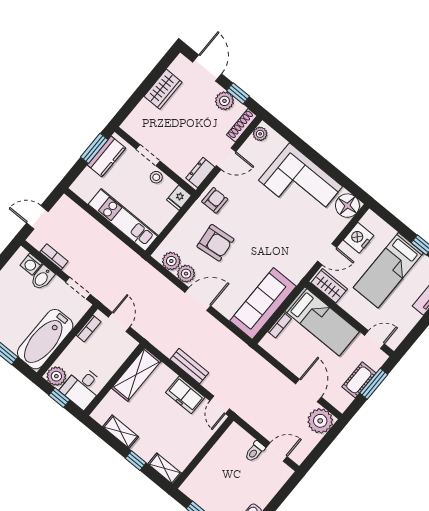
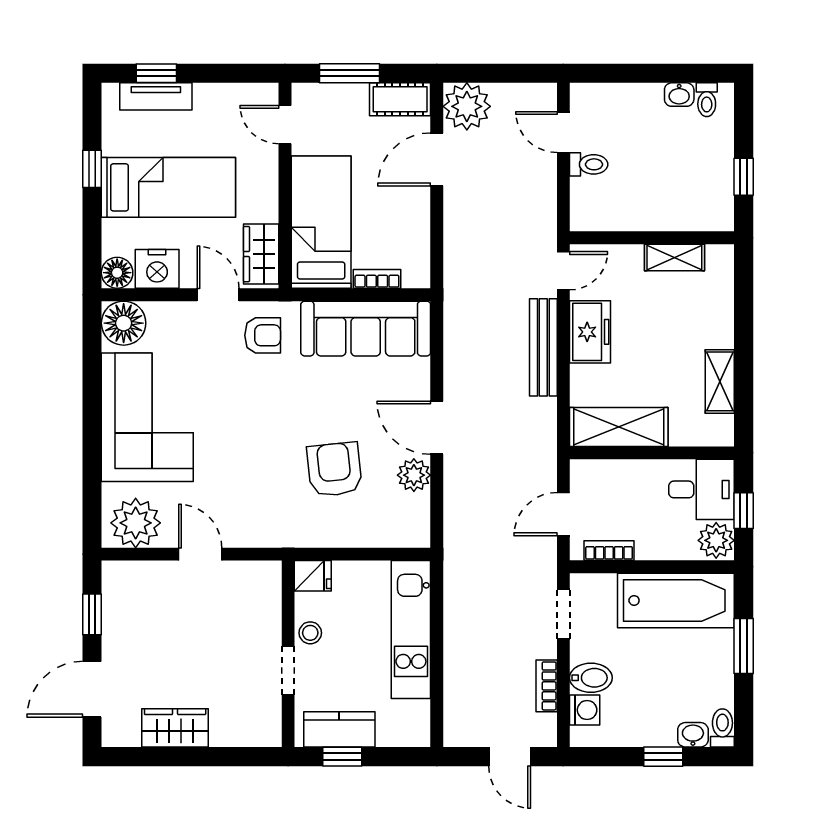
plant: (224, 101) -> (119, 625), removed
shoe rack: (242, 125) -> (134, 571), removed
plant: (260, 134) -> (136, 523), width x1.88, depth x1.88
window: (94, 148) -> (342, 757), width x0.67
dresser: (200, 173) -> (251, 575), removed
armchair: (215, 200) -> (263, 335), moved, turned 180
floor lamp: (370, 220) -> (117, 273), added
plant: (171, 261) -> (413, 511), removed
bench: (189, 366) -> (543, 347), width x1.36
cot: (359, 380) -> (400, 99), moved
window: (136, 461) -> (744, 325), removed
shelving: (165, 469) -> (674, 258), moved, turned 90

